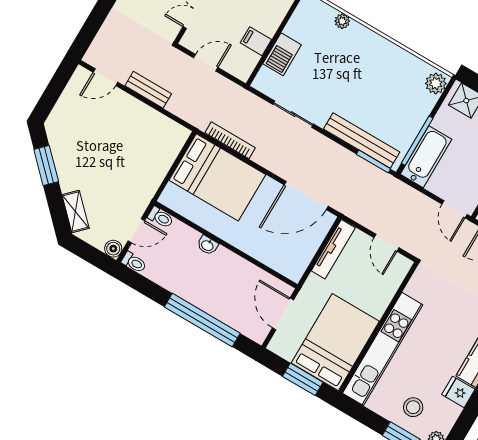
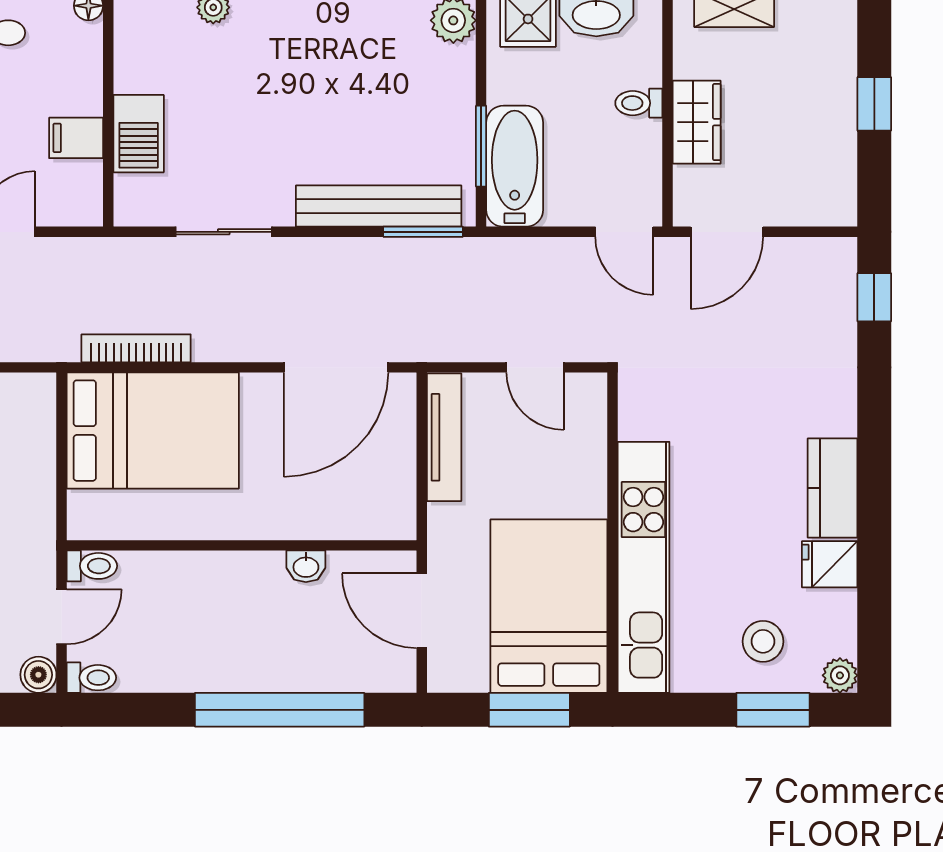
window: (417, 141) -> (481, 146), width x0.69
washbasin: (207, 245) -> (306, 566), moved

